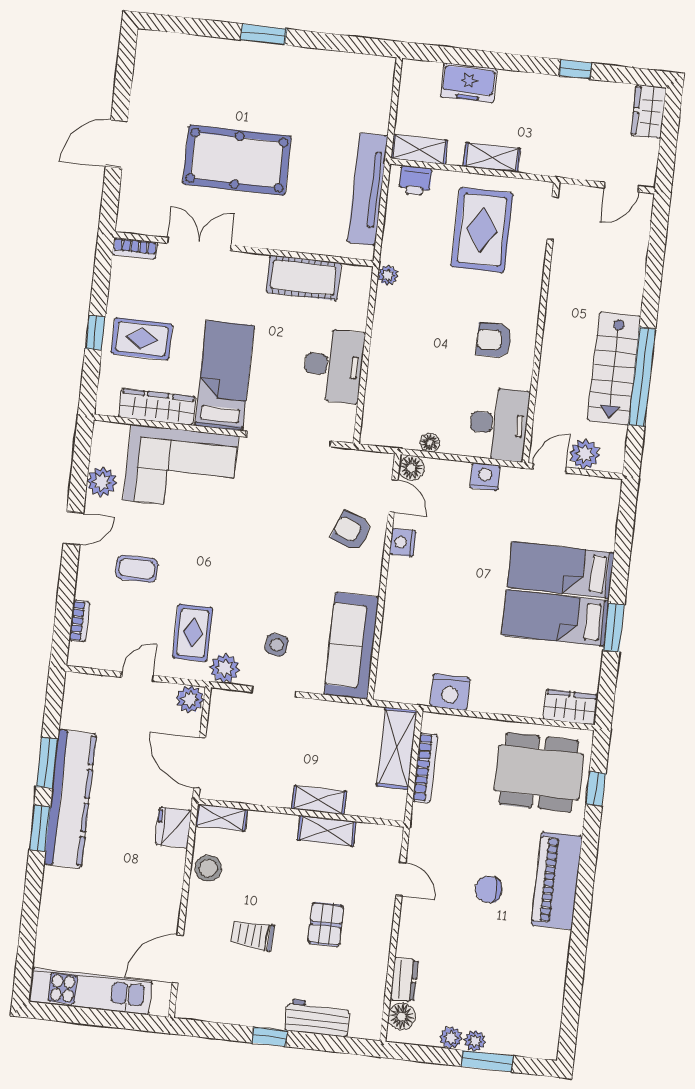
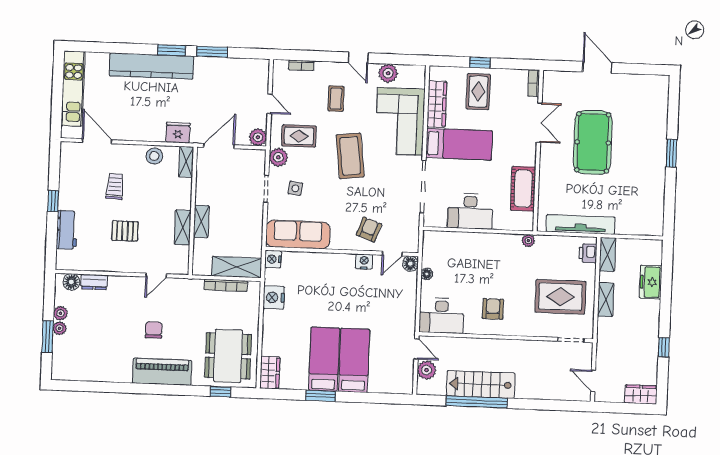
nightstand: (485, 477) -> (273, 259), moved, turned 180
coffee table: (231, 553) -> (350, 156), added
kitchen counter: (70, 799) -> (151, 66), moved

